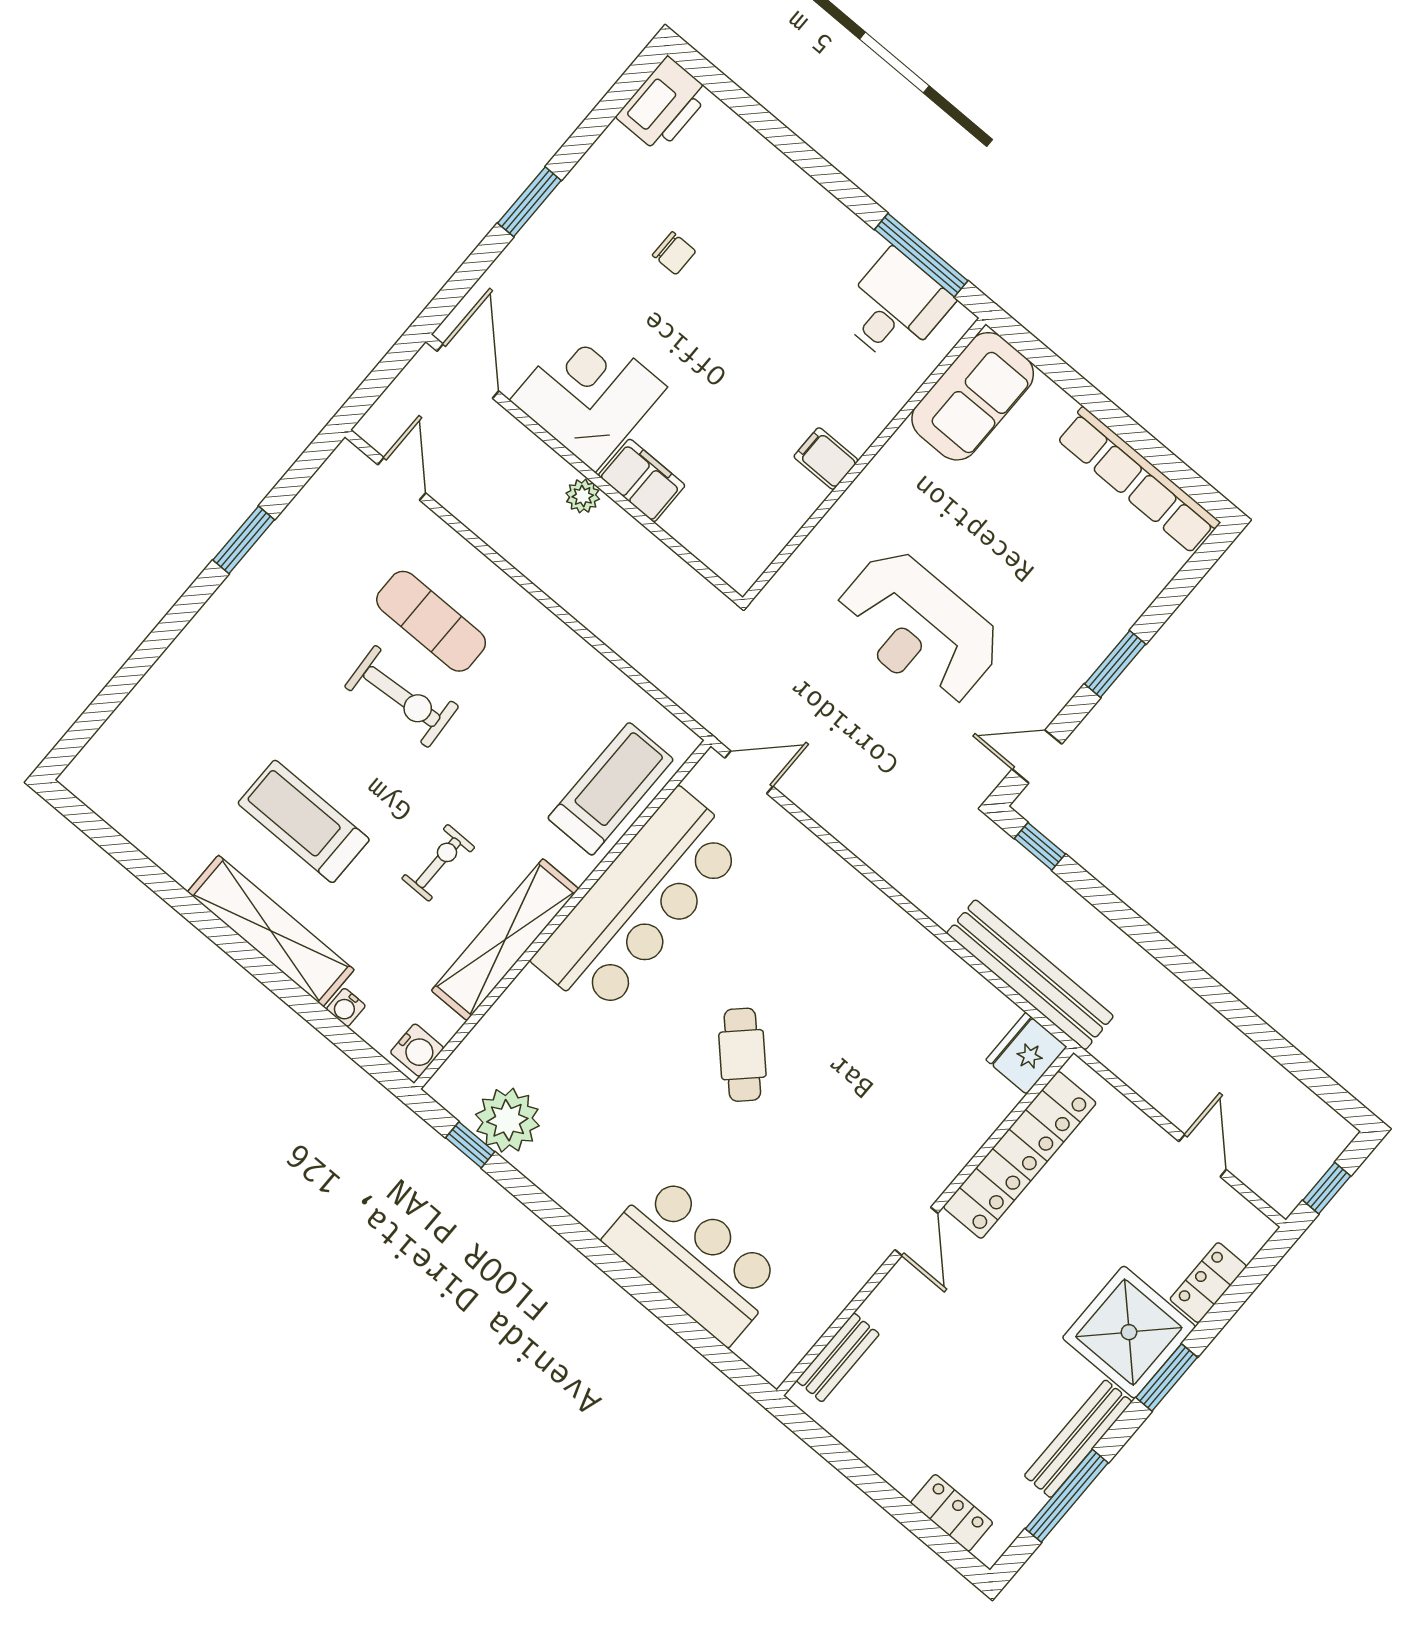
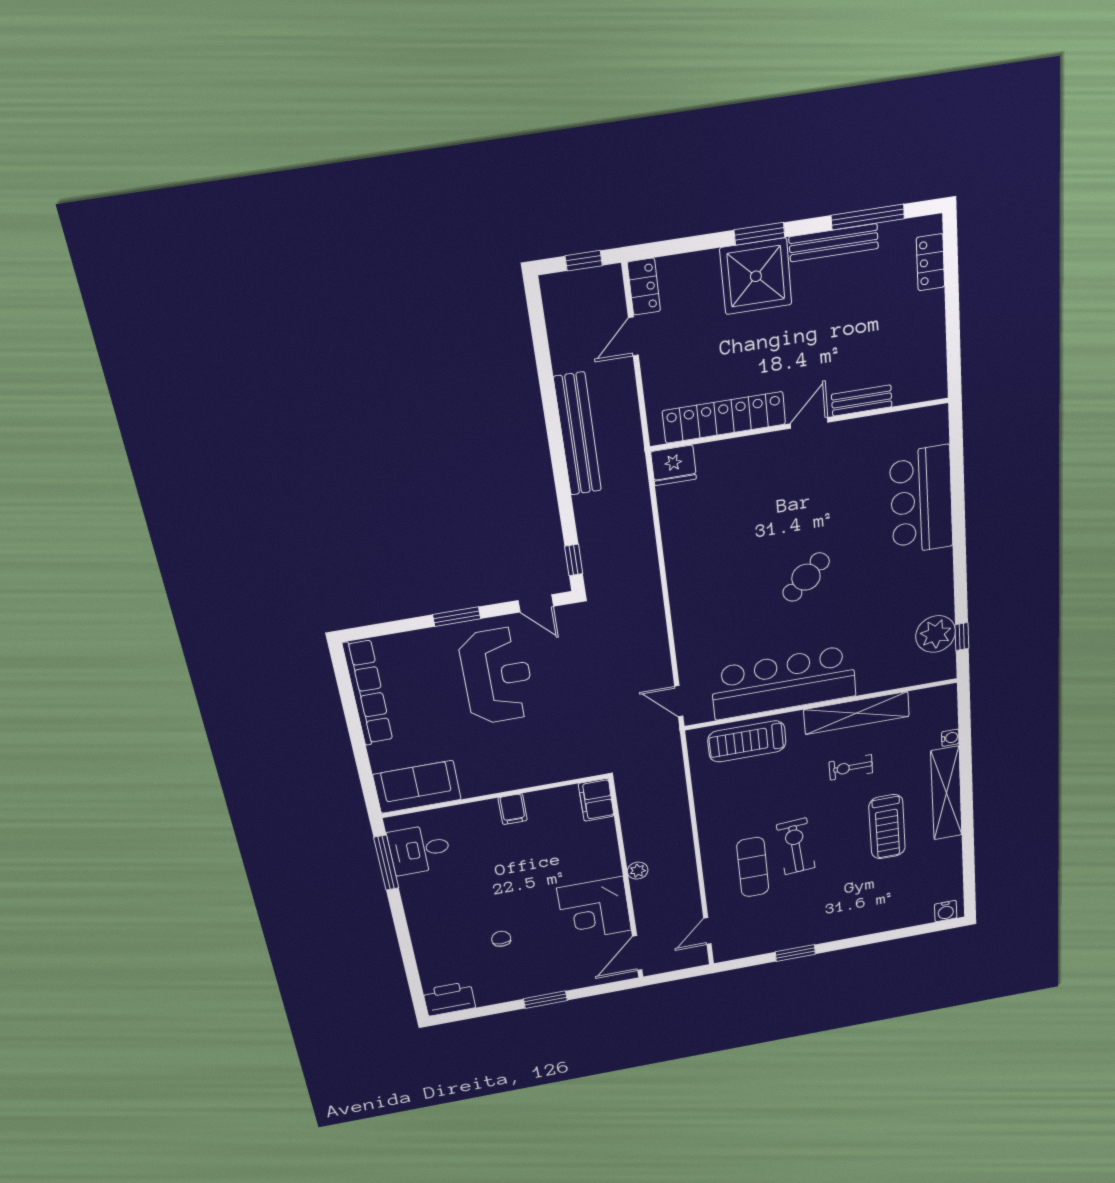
filing cabinet: (642, 480) -> (596, 800), moved
reception desk: (918, 628) -> (497, 676), moved
bench: (1030, 975) -> (578, 434), moved
water cooler: (417, 1050) -> (946, 911), moved, turned 180
locker: (1208, 1283) -> (644, 287), moved, turned -90
bench: (838, 1357) -> (862, 401), moved

